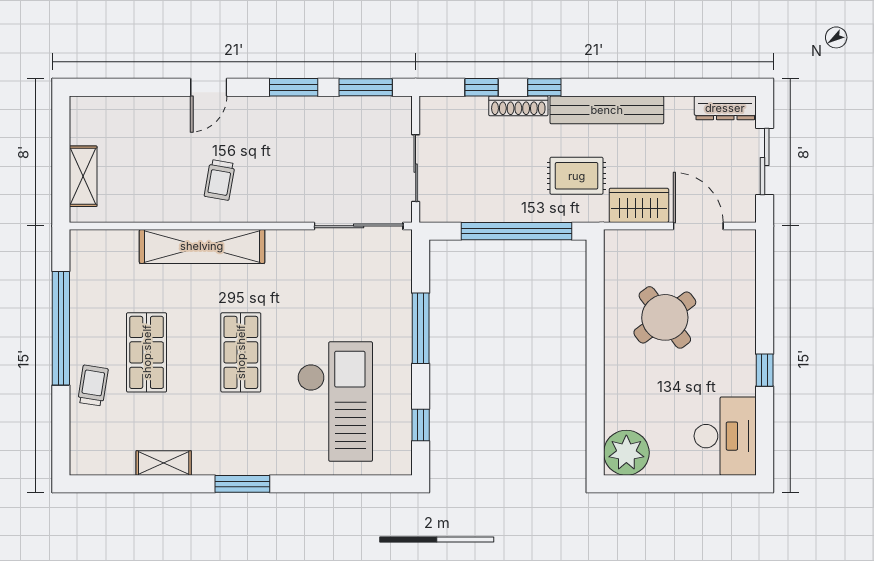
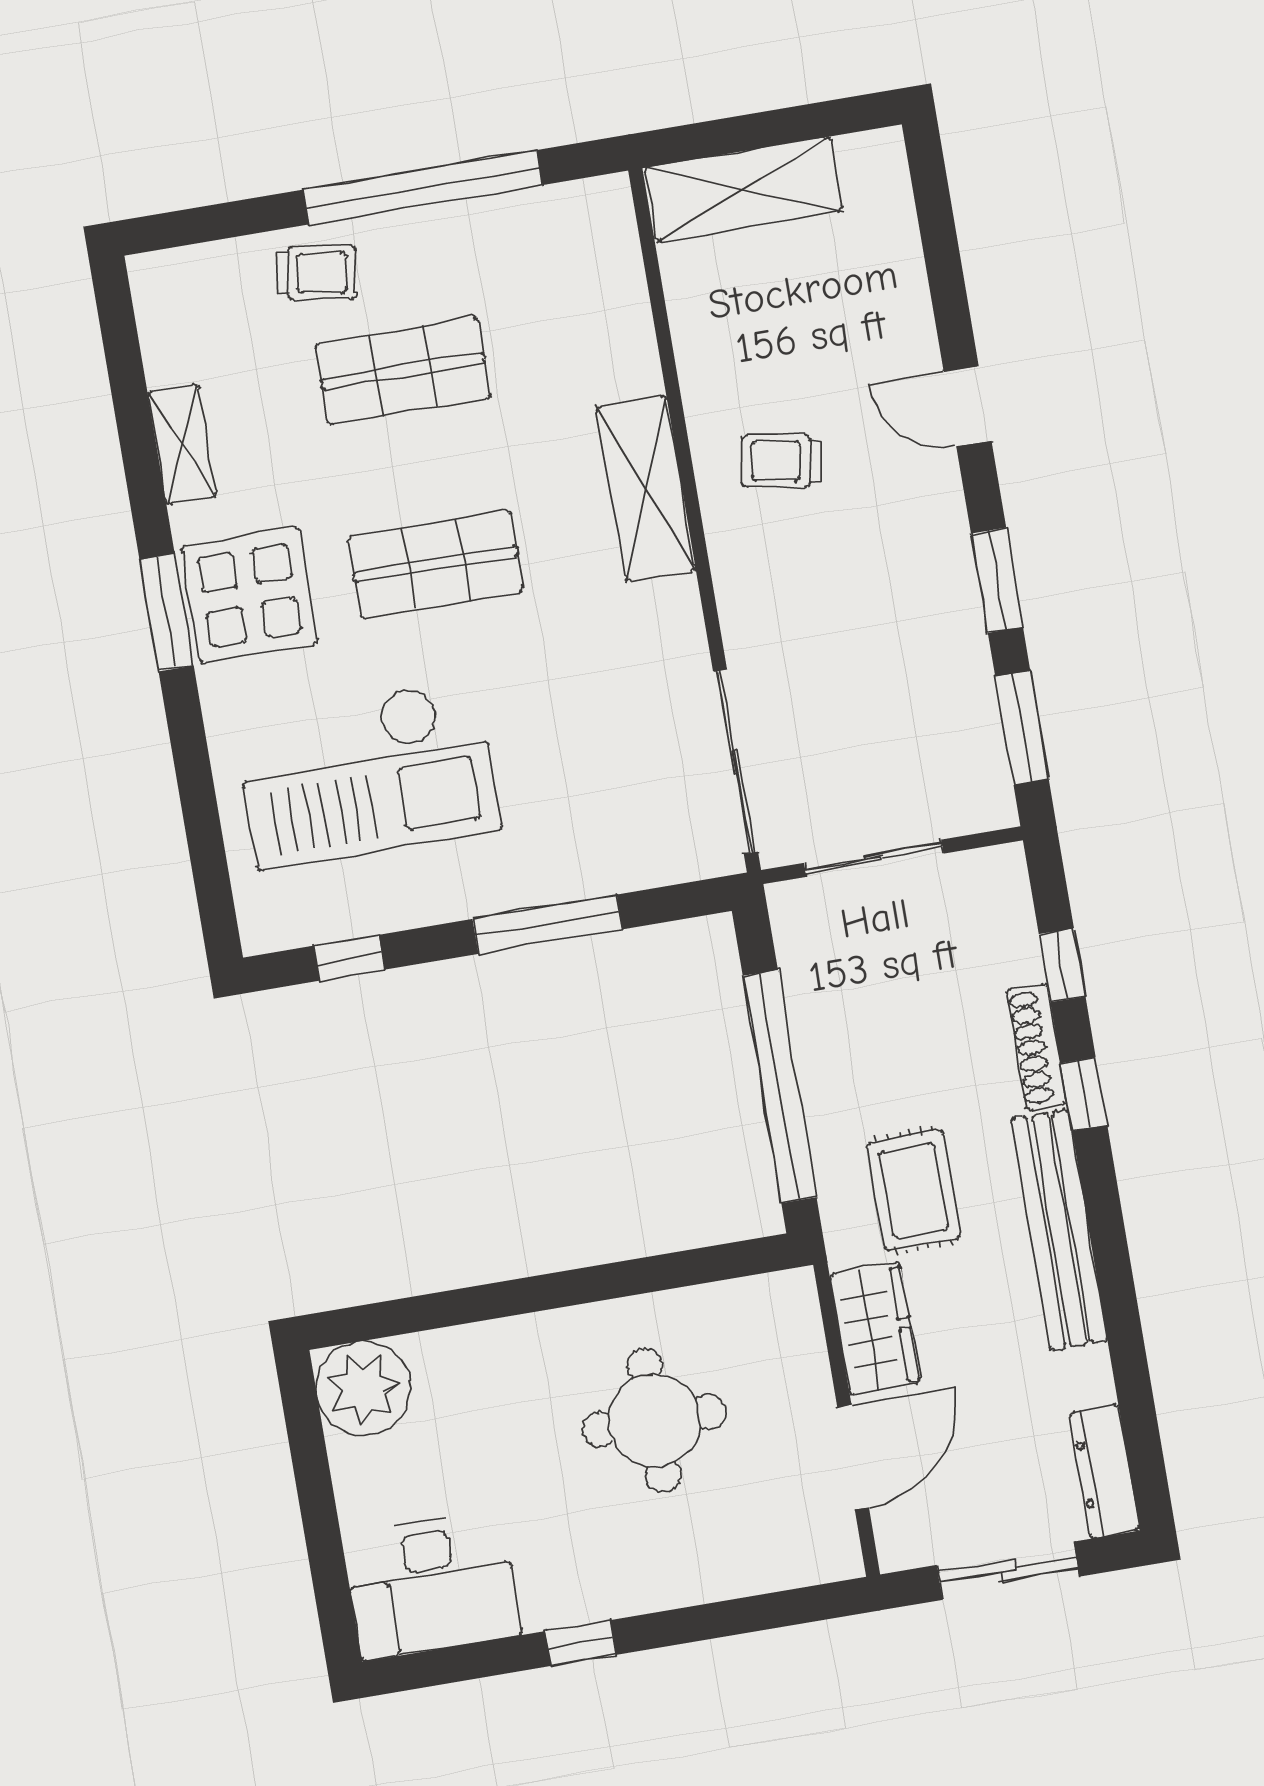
shelving: (83, 176) -> (743, 189), width x1.50, depth x1.33
shelving: (202, 246) -> (646, 489), width x0.68
round table: (665, 317) -> (654, 1421), turned 37
display table: (241, 443) -> (250, 595), added

